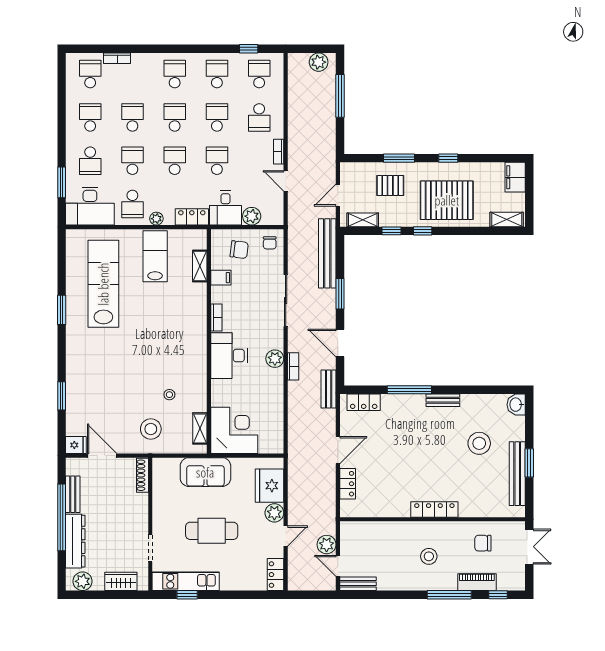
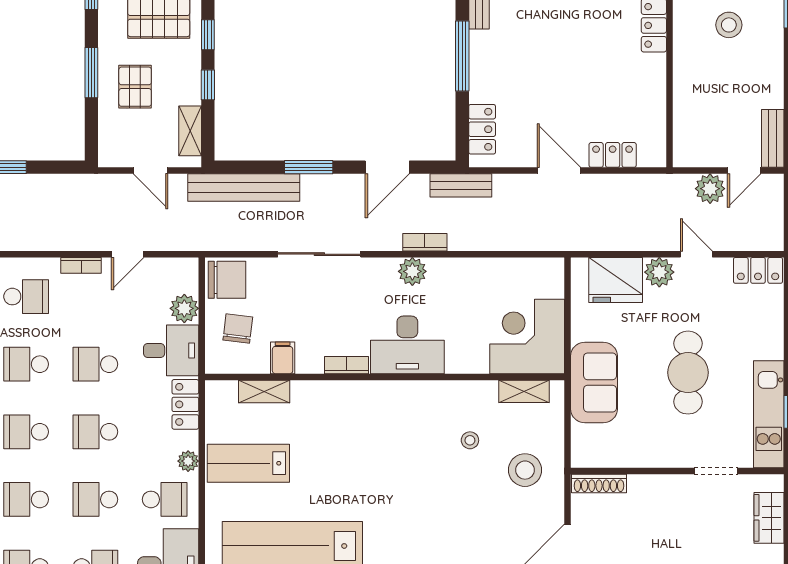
chair: (270, 243) -> (227, 280), width x1.87, depth x1.87

